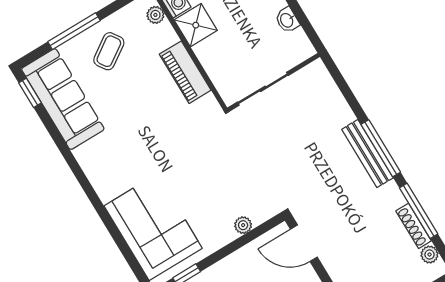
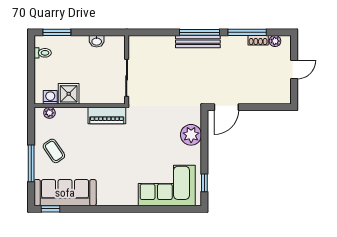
piano: (185, 72) -> (107, 115), moved
plant: (243, 225) -> (191, 135), width x1.88, depth x1.88
shoe rack: (414, 226) -> (258, 40), width x0.70

